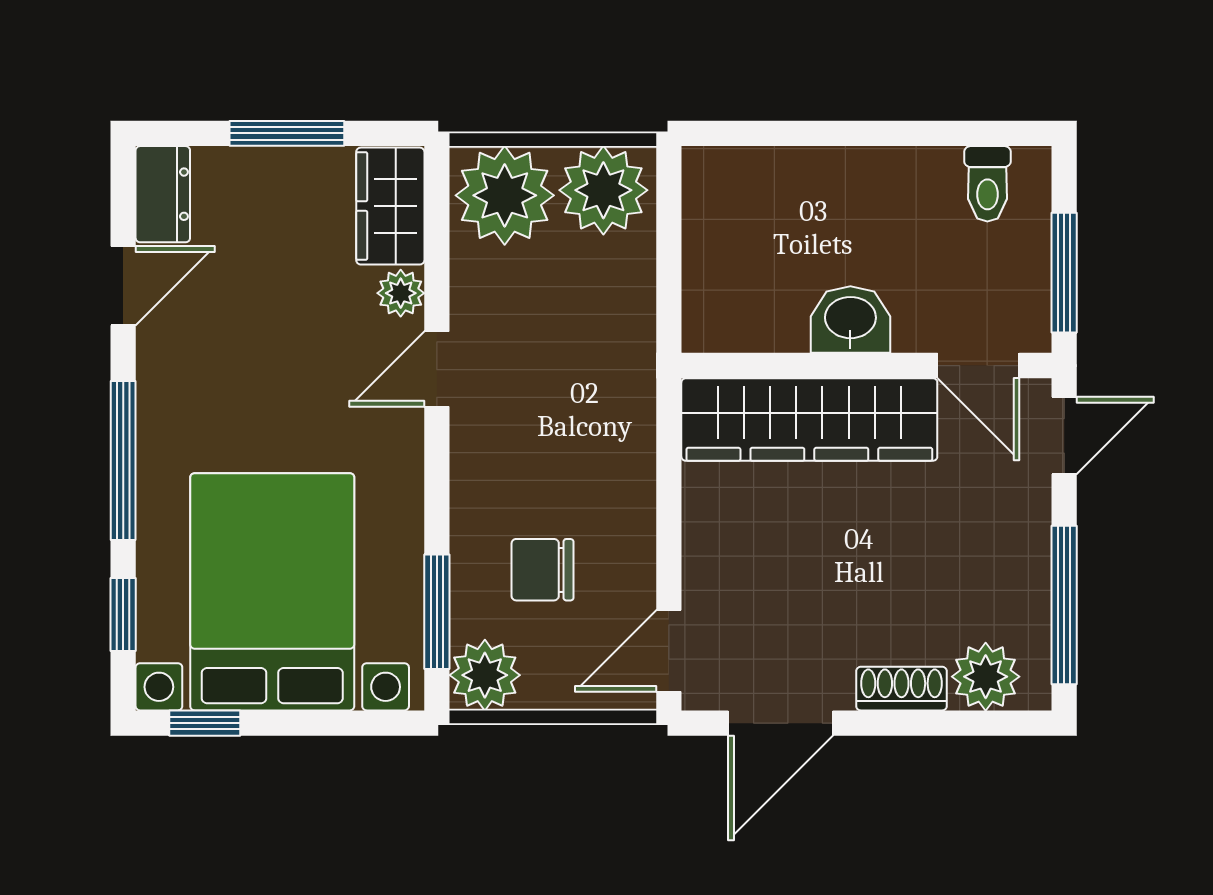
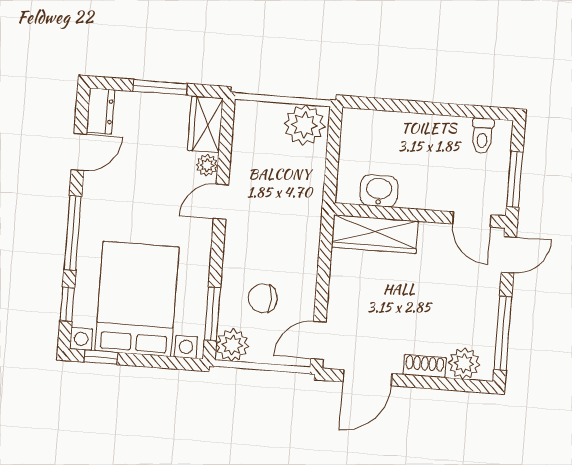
plant: (505, 195) -> (259, 124), removed
washbasin: (850, 320) -> (379, 191), moved
wardrobe: (809, 419) -> (375, 234), width x0.71, depth x0.85

